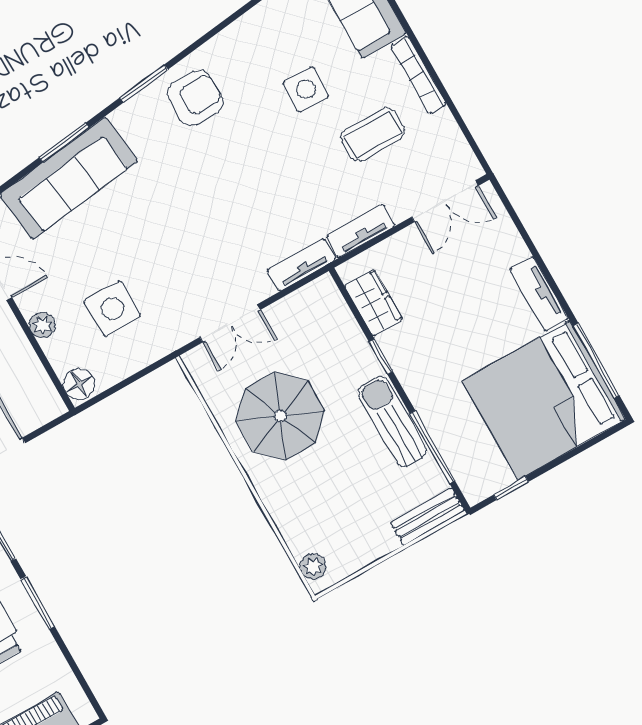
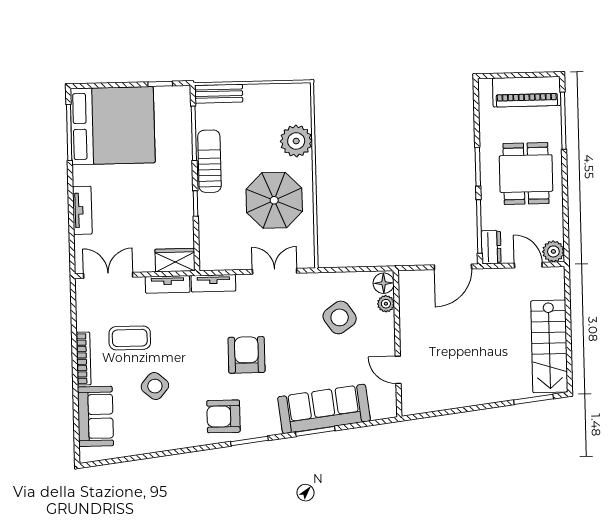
side table: (306, 89) -> (155, 386), turned 38
armchair: (208, 194) -> (246, 355), added
tv unit: (539, 294) -> (82, 210), moved
wardrobe: (373, 302) -> (175, 260), moved, turned 90
side table: (112, 309) -> (340, 317), turned -35
plant: (42, 325) -> (386, 304), moved
sun lounger: (392, 422) -> (209, 161), turned 180
plant: (313, 566) -> (296, 141), moved, width x1.87, depth x1.87

